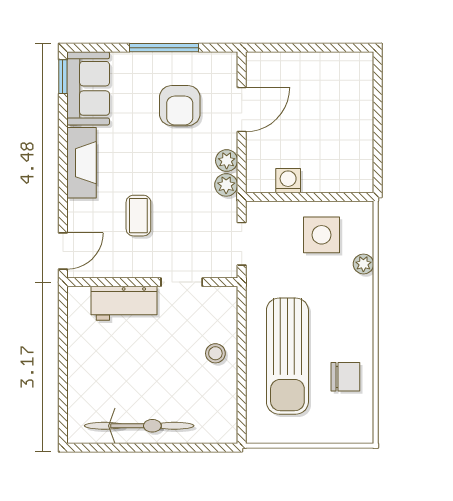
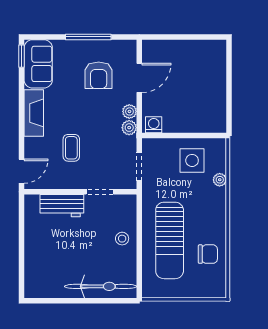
washing machine: (288, 181) -> (154, 125), moved
bicycle: (139, 426) -> (101, 286), moved

